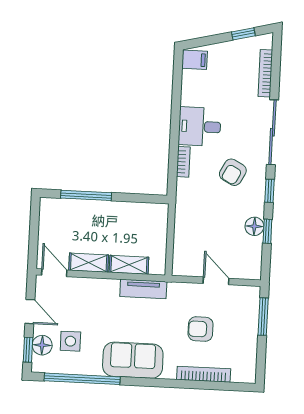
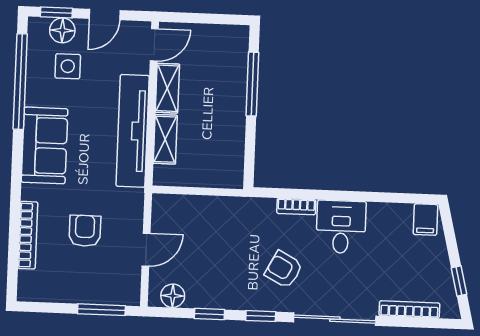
floor lamp: (254, 226) -> (173, 296), moved
tv unit: (143, 289) -> (133, 131), width x1.92, depth x1.29

